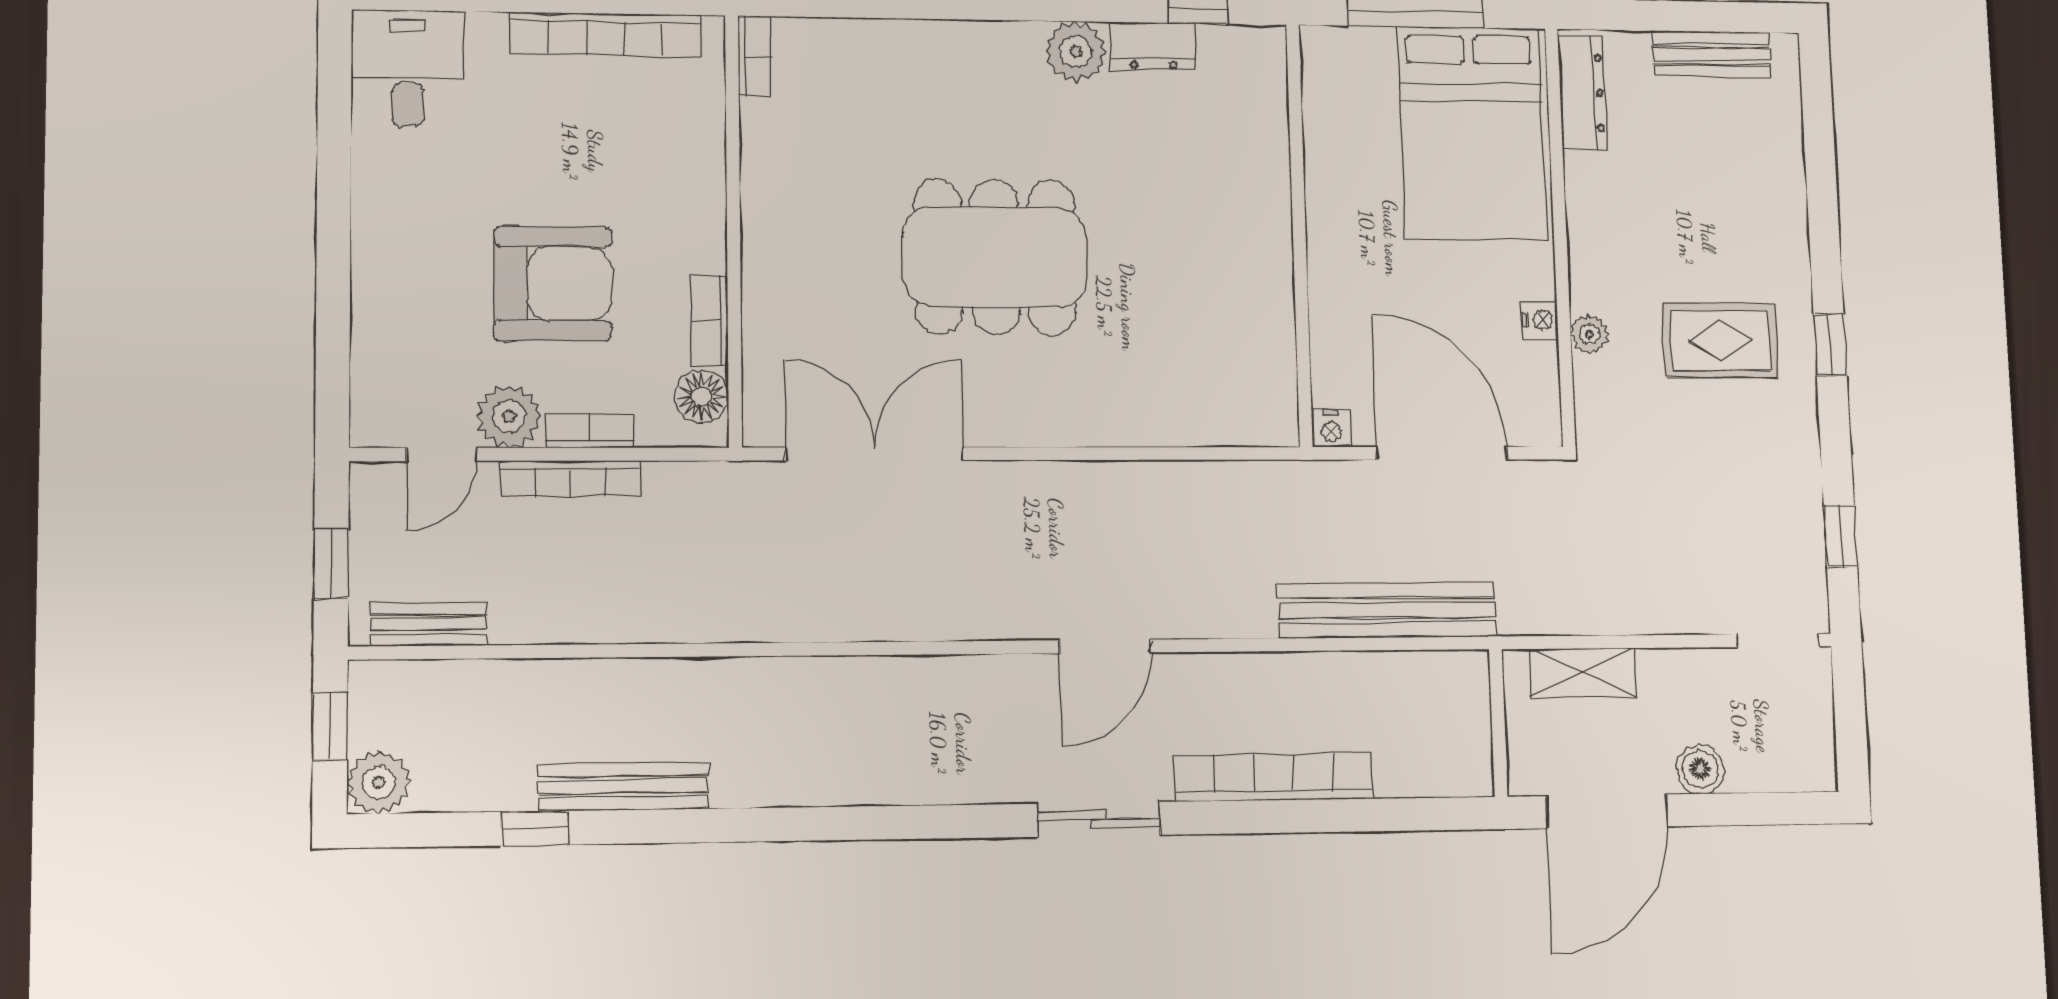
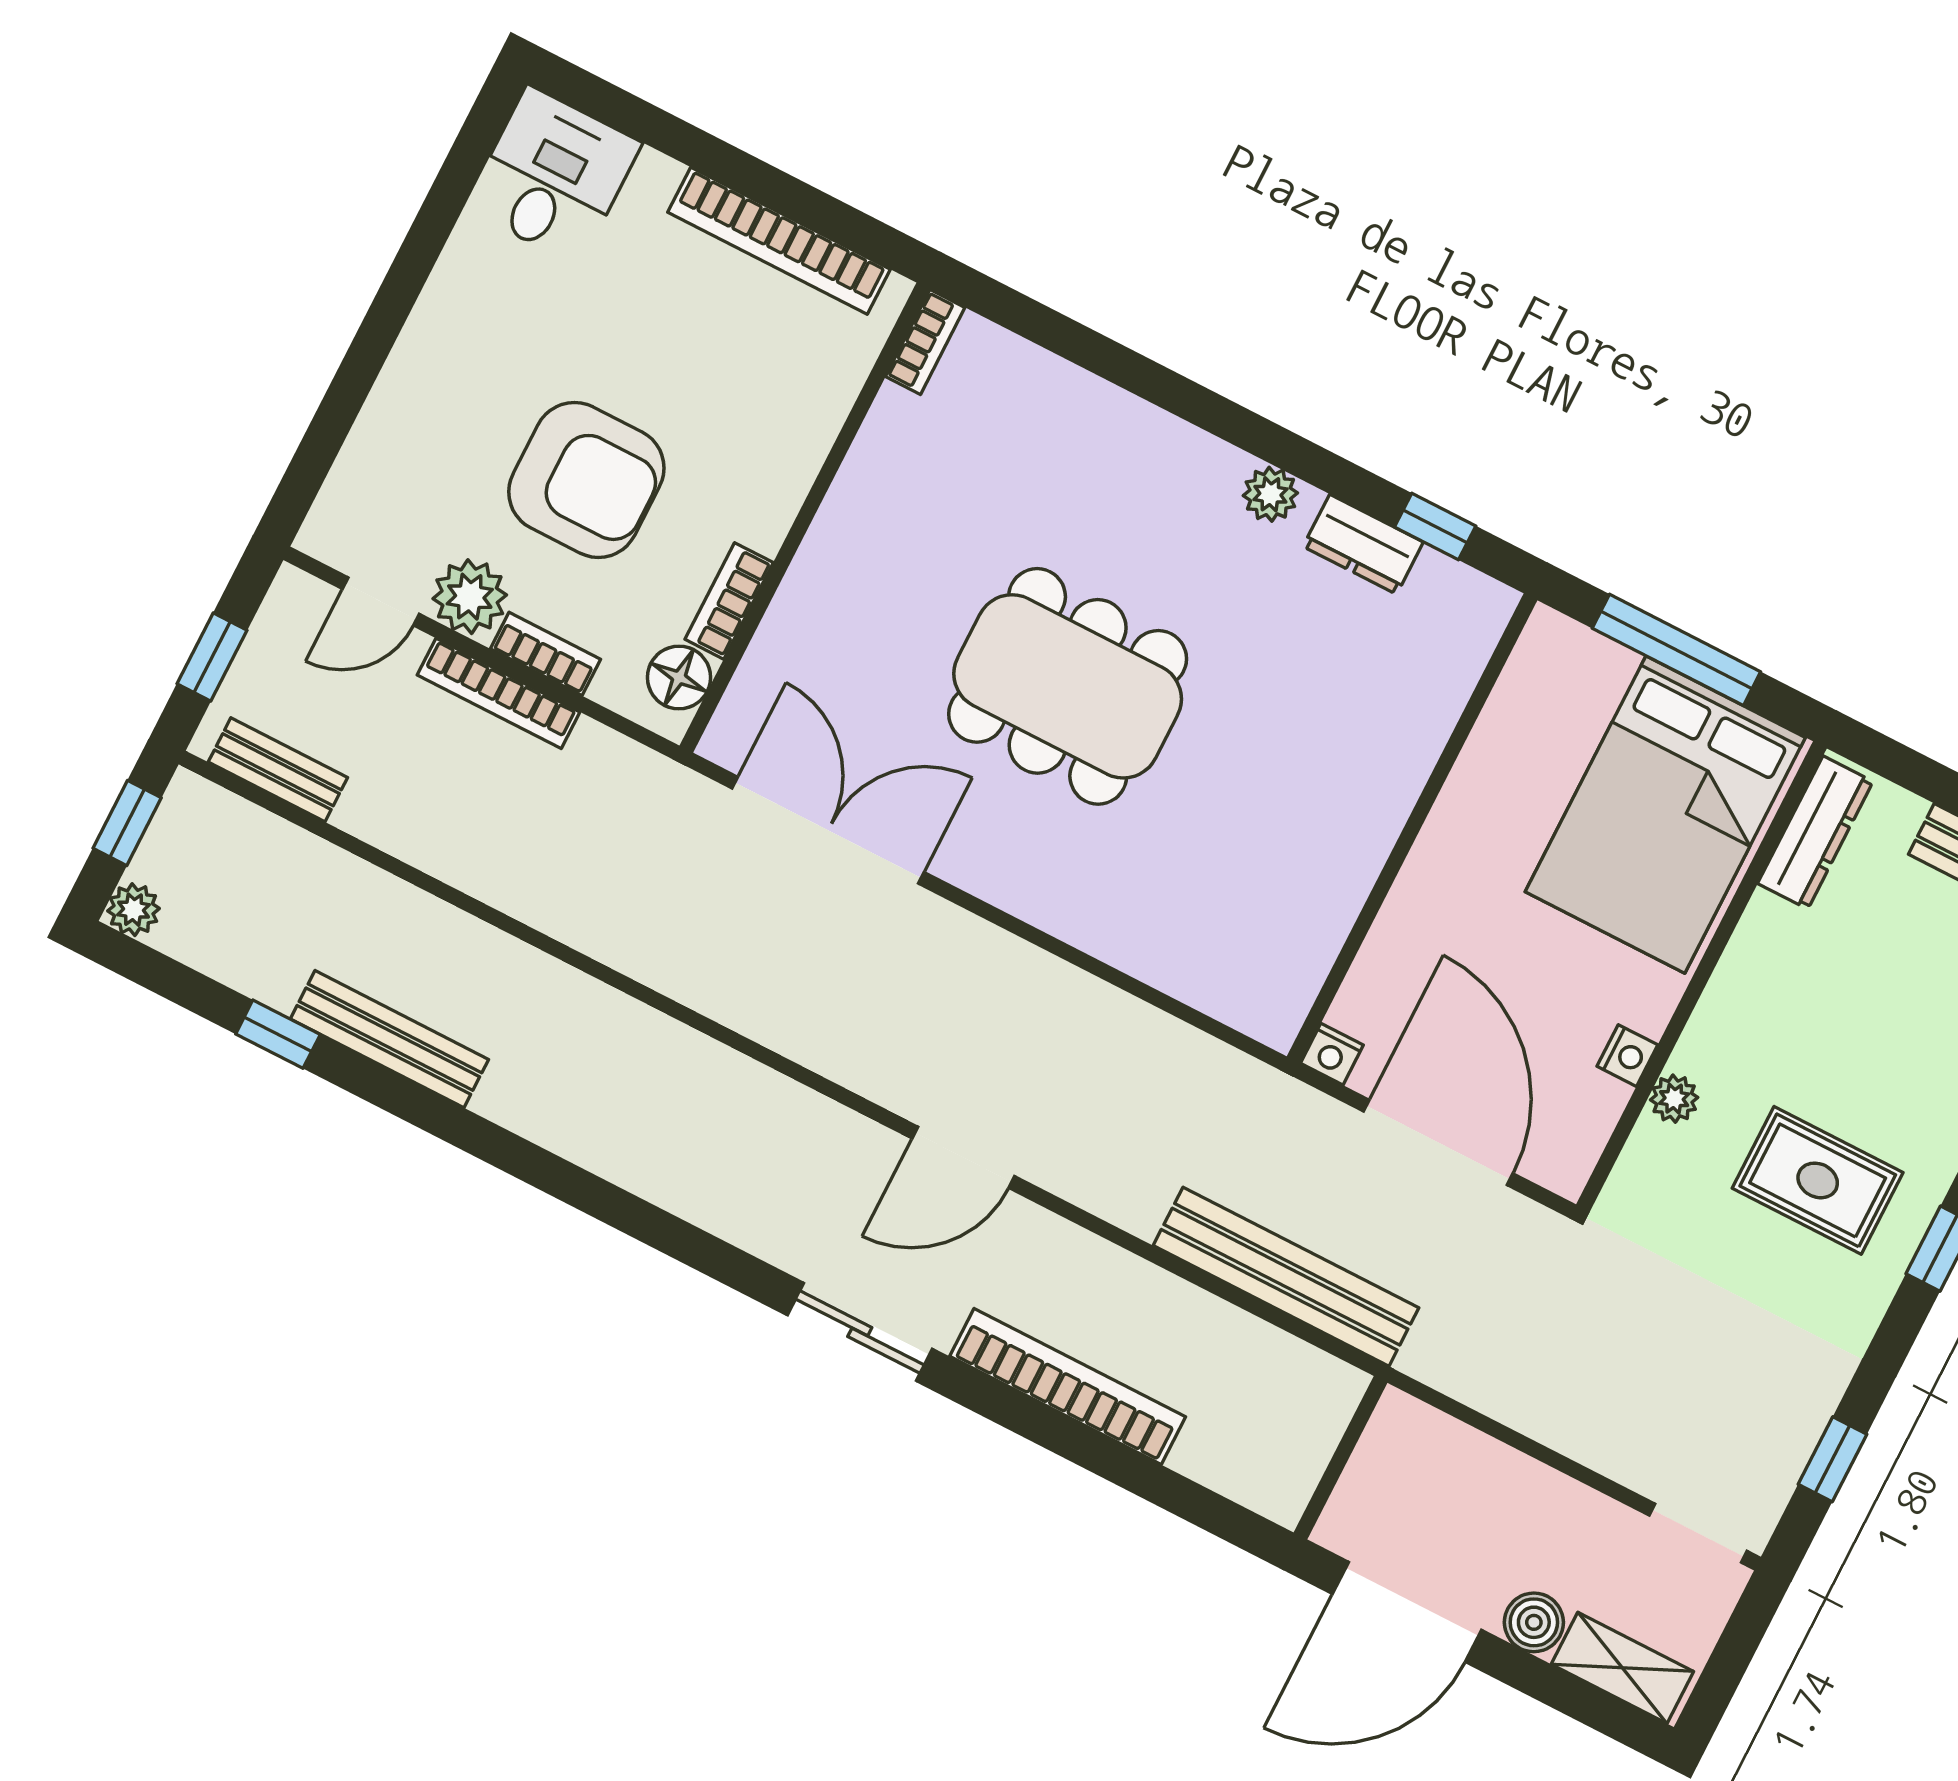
plant: (1076, 51) -> (1270, 494), width x0.73, depth x0.73
shelving: (1583, 673) -> (1622, 1668), moved
plant: (379, 782) -> (133, 910), width x0.73, depth x0.73

